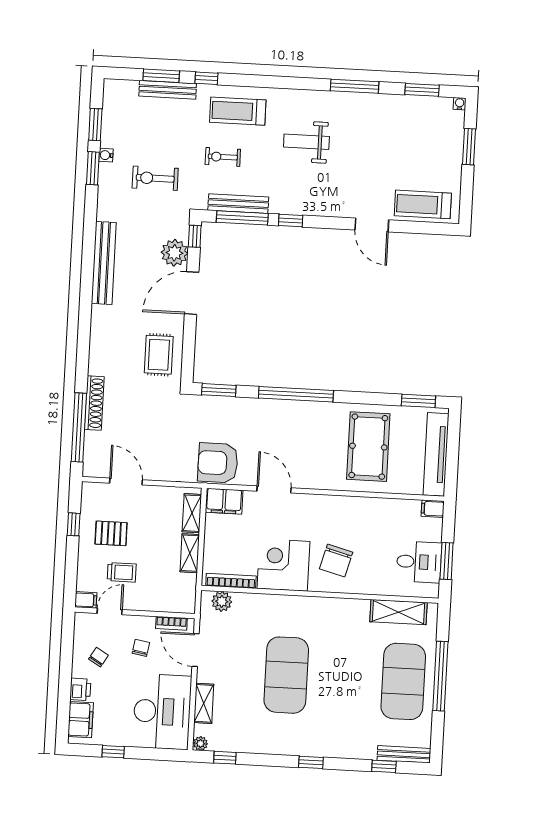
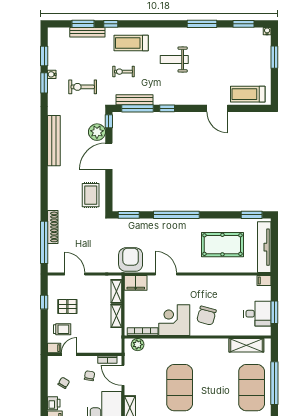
pool table: (368, 447) -> (222, 245), turned 90
armchair: (218, 463) -> (131, 260), turned 90
trolley: (122, 572) -> (62, 329), moved

